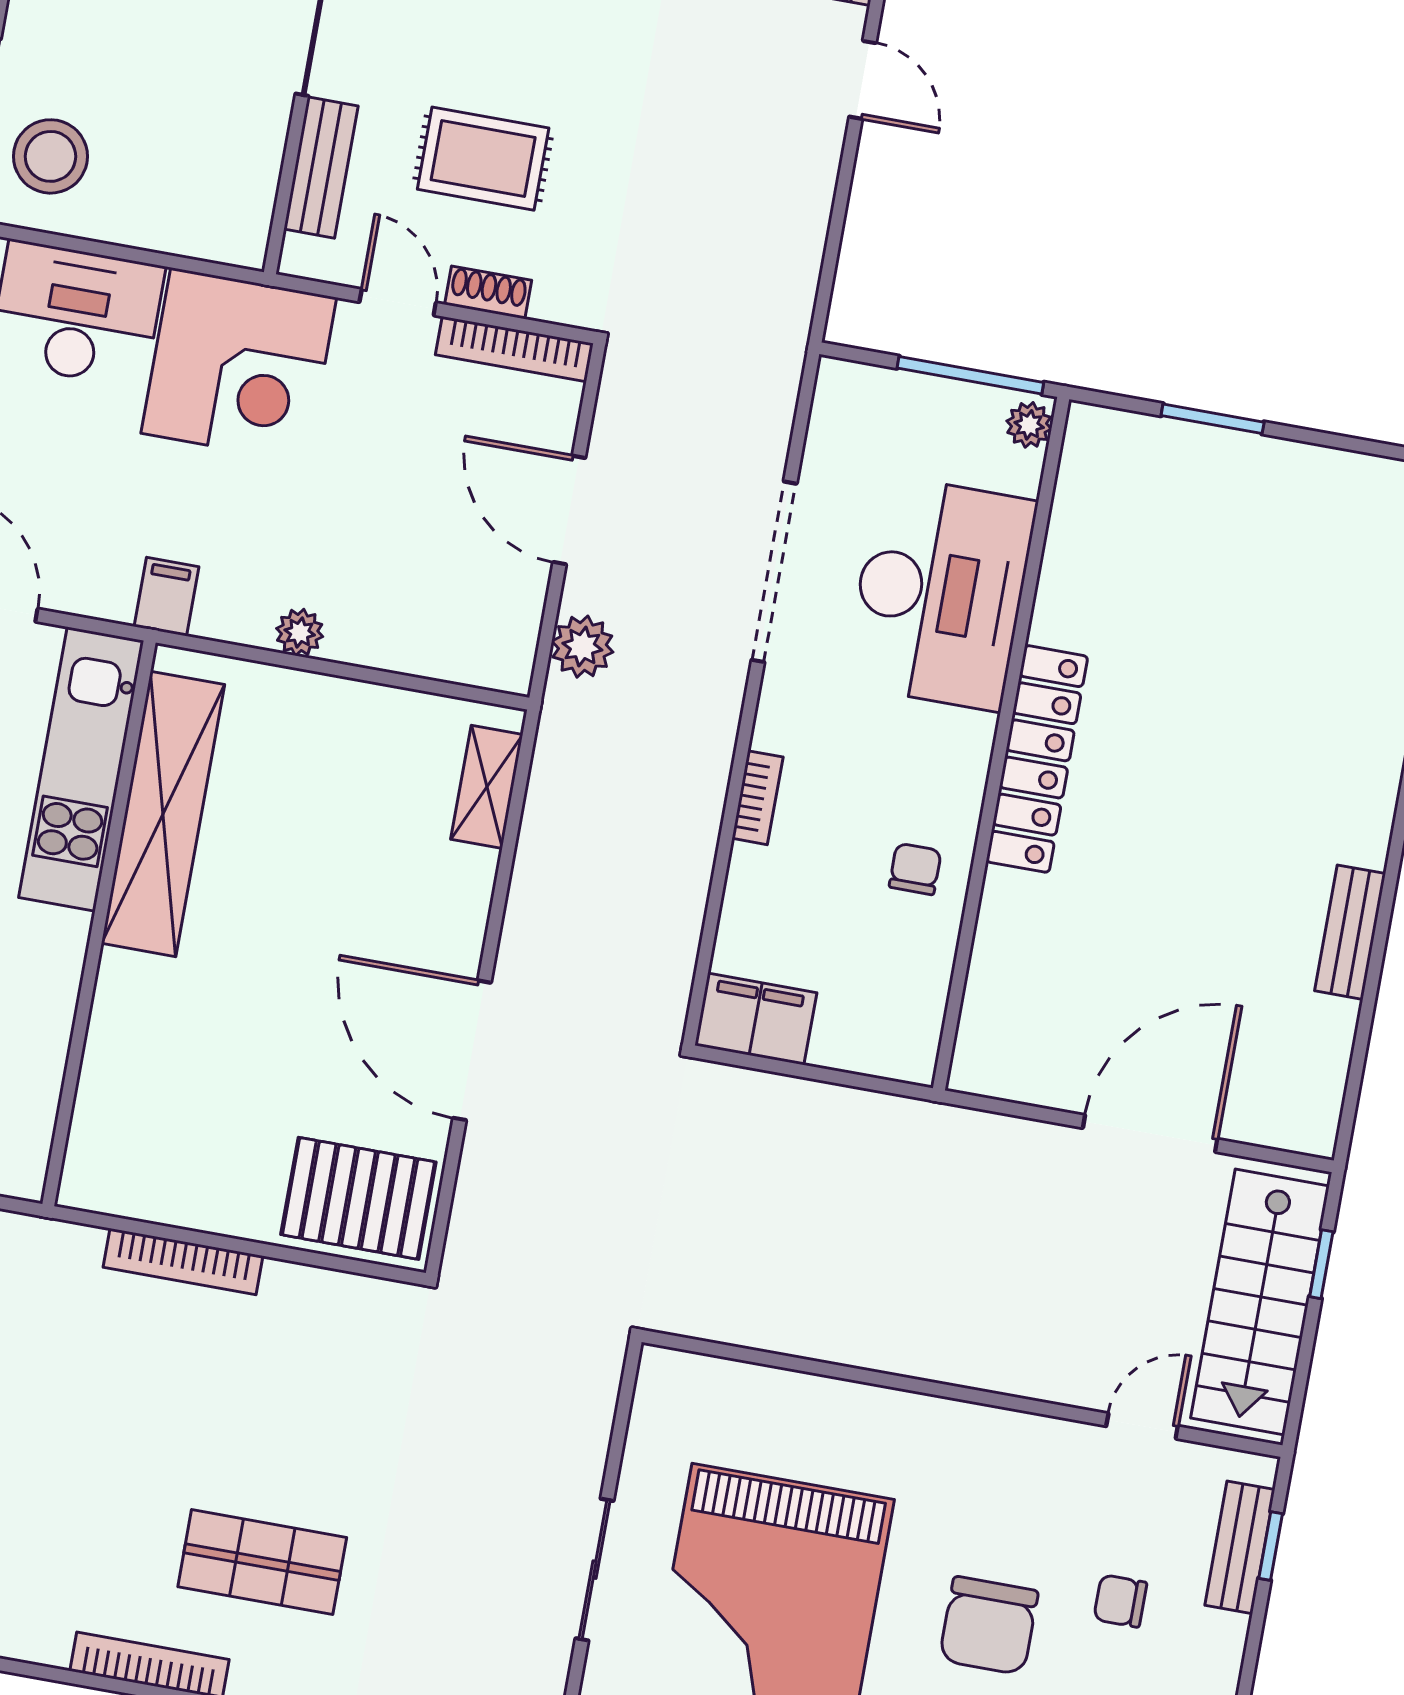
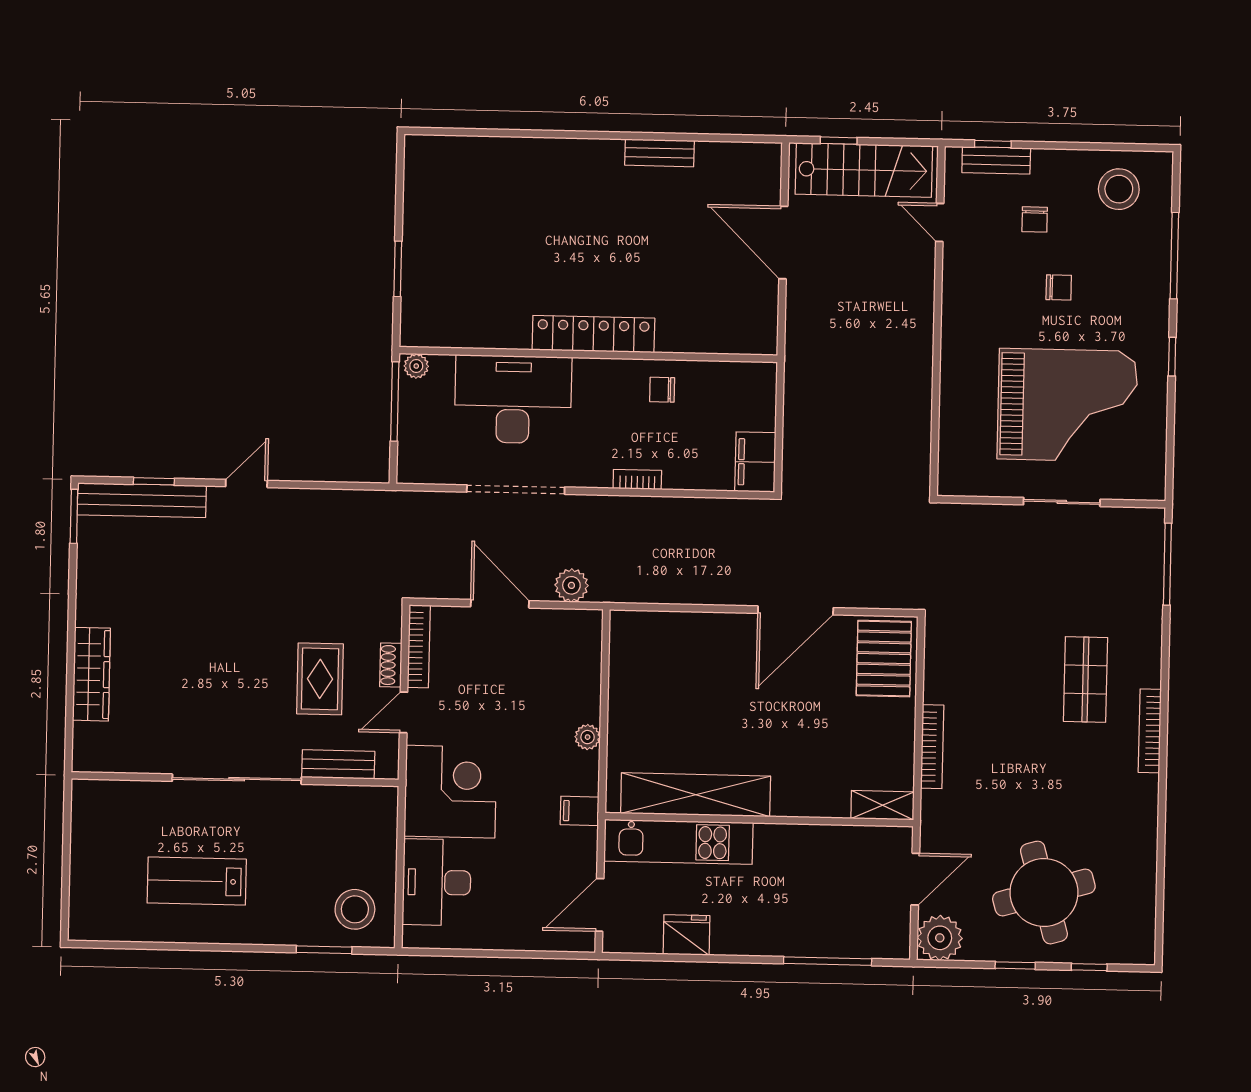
door: (569, 510) -> (500, 604), swing flipped
shelving: (487, 787) -> (882, 805), moved
chair: (989, 1626) -> (1059, 287), width x0.54, depth x0.54

